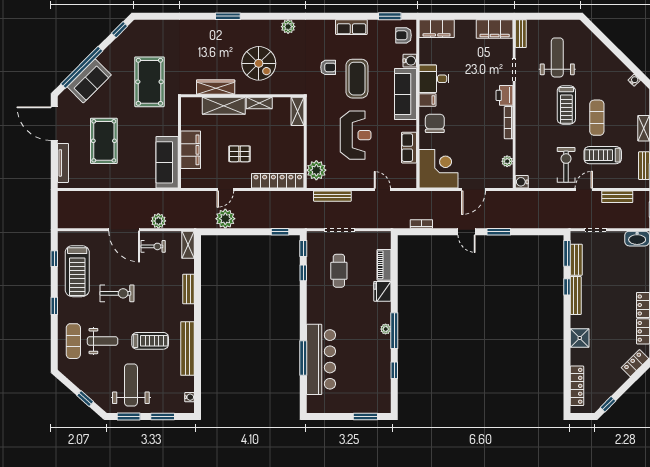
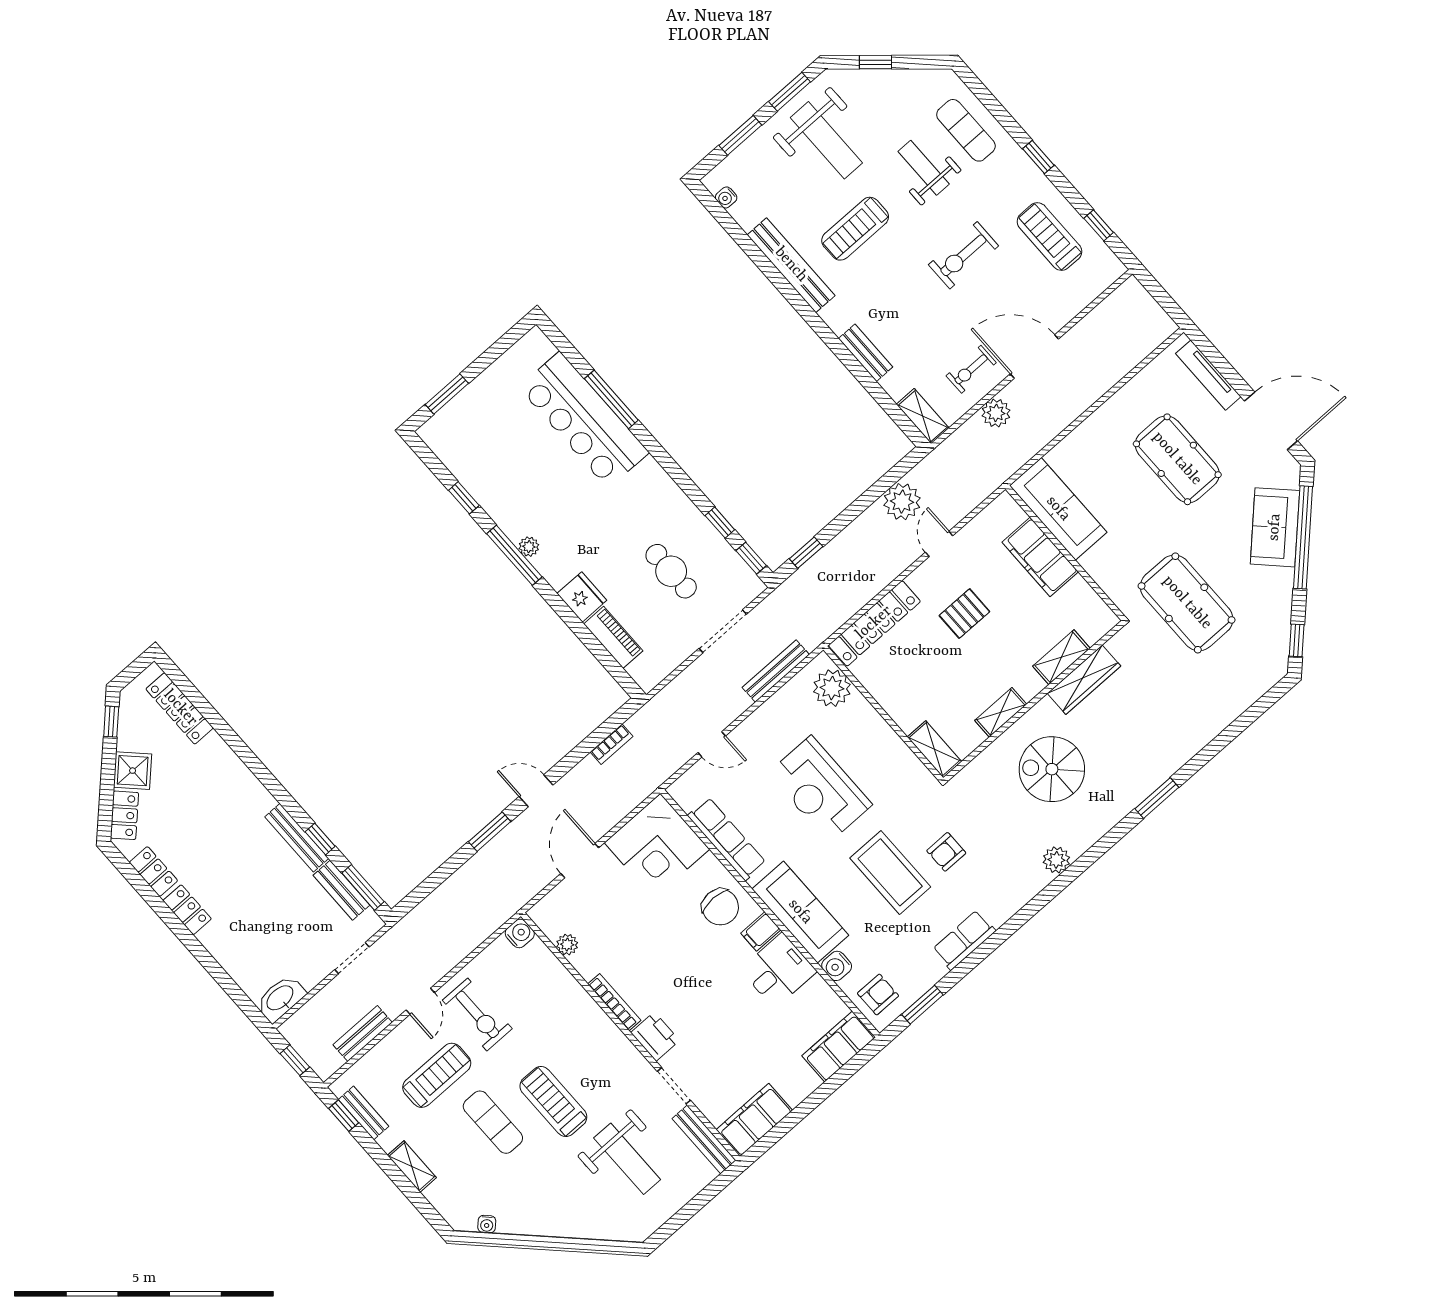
bench: (521, 34) -> (704, 1139), width x1.36
shelving: (224, 106) -> (1061, 657), width x0.67, depth x0.75
row of seats: (409, 148) -> (727, 839), width x1.48
treadmill: (77, 271) -> (1049, 237), width x0.73, depth x0.73
shower: (580, 338) -> (133, 771), moved, turned 45
weight bench: (103, 341) -> (924, 168), turned 90

